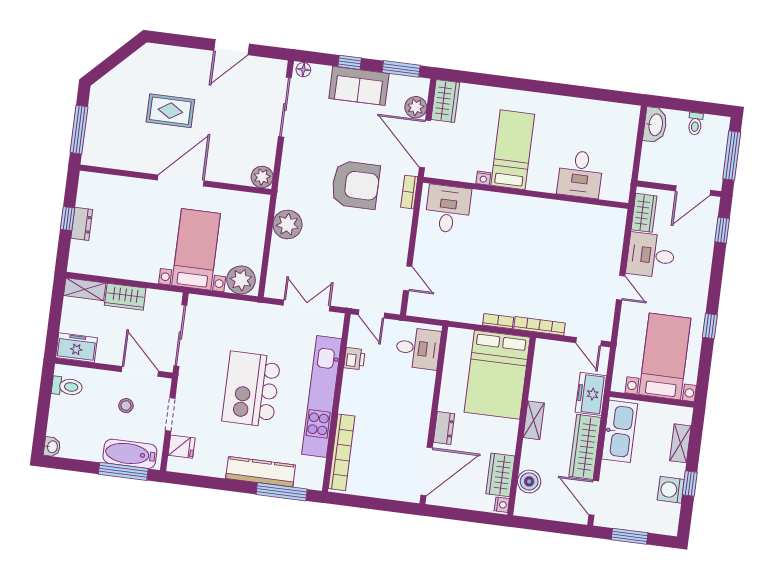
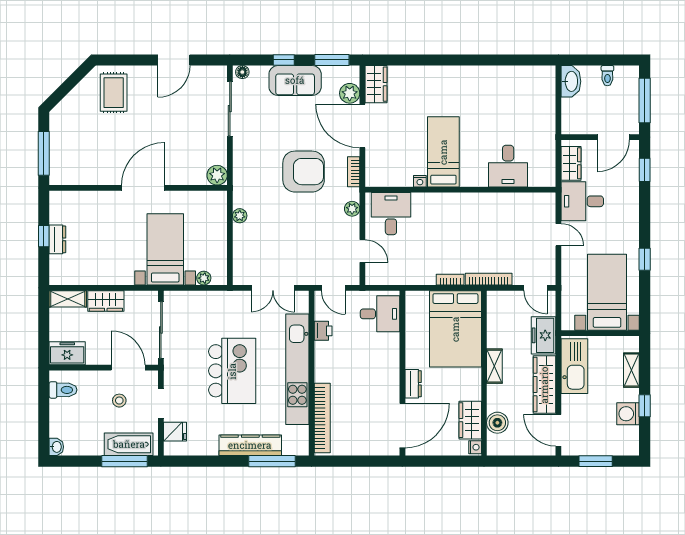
rug: (170, 111) -> (114, 93), moved, turned 90
bed: (513, 150) -> (443, 152), moved
desk: (580, 174) -> (508, 166), moved
nightstand: (483, 178) -> (420, 181), moved
wall: (526, 193) -> (460, 190), moved
desk: (448, 209) -> (391, 214), moved
plant: (287, 224) -> (240, 216), width x0.53, depth x0.53
plant: (403, 232) -> (352, 209), added
plant: (241, 280) -> (204, 278), width x0.53, depth x0.53
double door: (307, 306) -> (273, 288), swing flipped
kitchen island: (251, 389) -> (232, 371), turned 180

